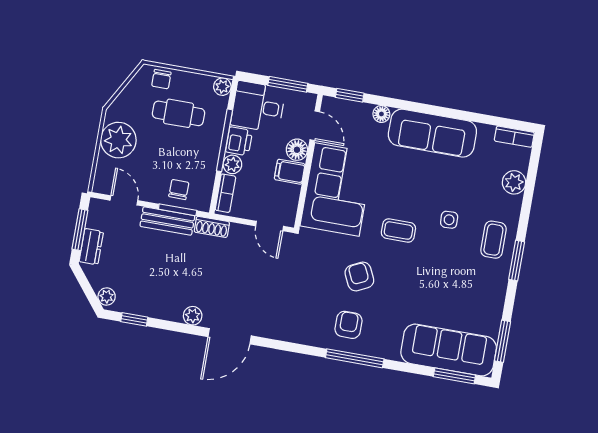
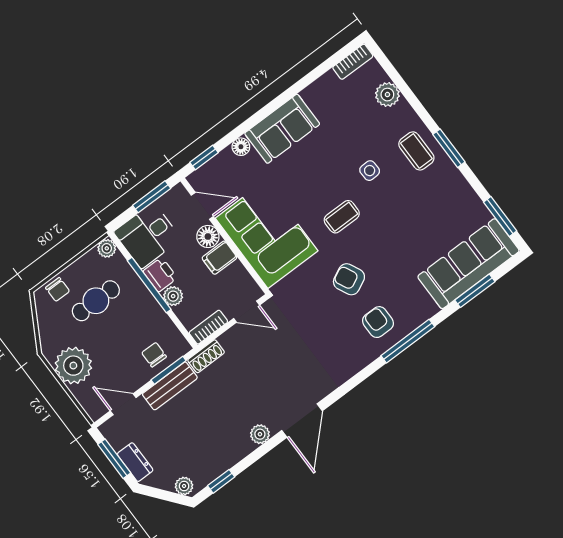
sofa: (432, 133) -> (282, 129), width x0.73
bookcase: (225, 193) -> (208, 327), moved, turned -90
window: (454, 376) -> (475, 291), moved

